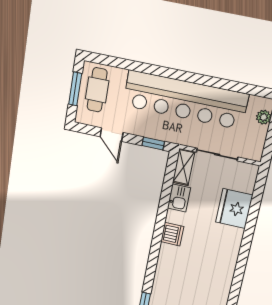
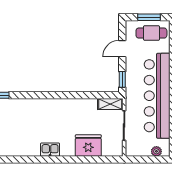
kitchen sink: (179, 198) -> (50, 150), moved, turned 180
dishwasher: (172, 234) -> (59, 106), removed

